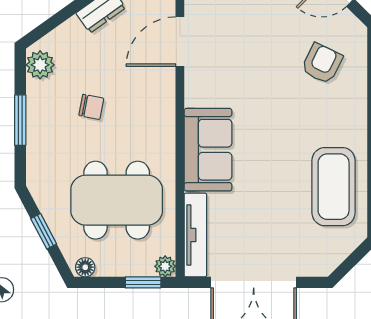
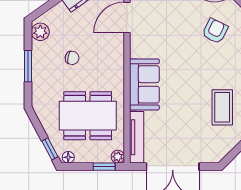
coffee table: (334, 187) -> (222, 107), width x0.73, depth x0.76
window: (44, 231) -> (50, 149), moved

